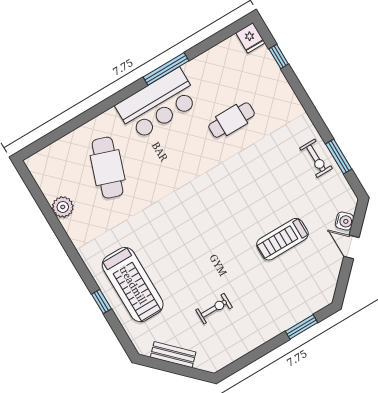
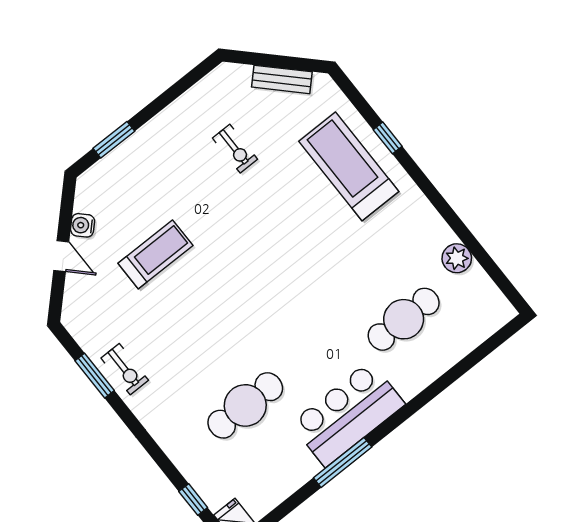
cafe table: (232, 120) -> (245, 405), width x1.37, depth x1.35
exercise bike: (316, 158) -> (125, 369), turned 180
cafe table: (108, 168) -> (404, 319), turned 71
water cooler: (344, 221) -> (83, 225), moved
exercise bike: (214, 309) -> (235, 149), turned -90

